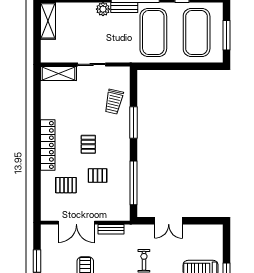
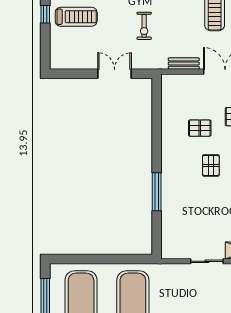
trolley: (114, 102) -> (180, 217), removed
window: (134, 183) -> (157, 119), removed

